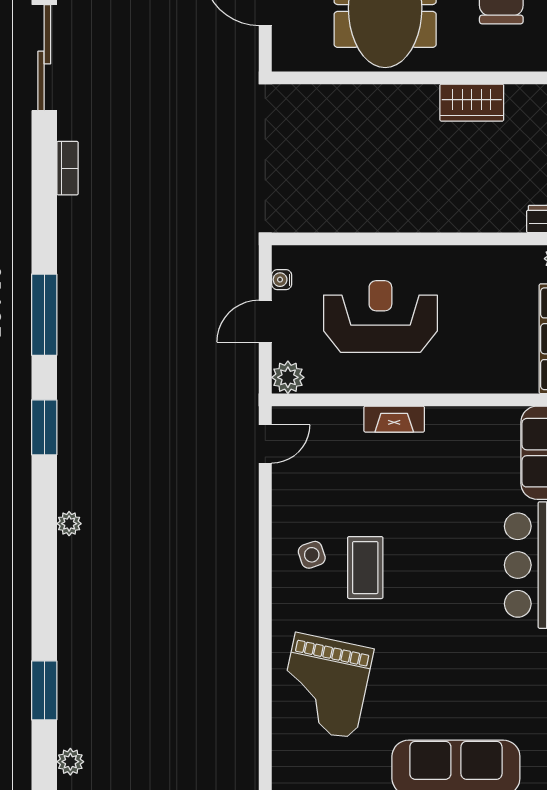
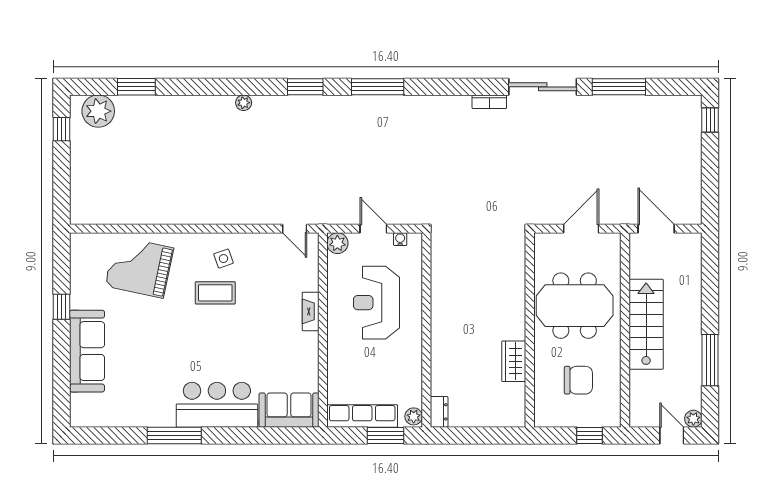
bookcase: (68, 168) -> (489, 102), moved
reception desk: (380, 316) -> (376, 303), turned 180
plant: (70, 762) -> (98, 111), width x1.88, depth x1.88

